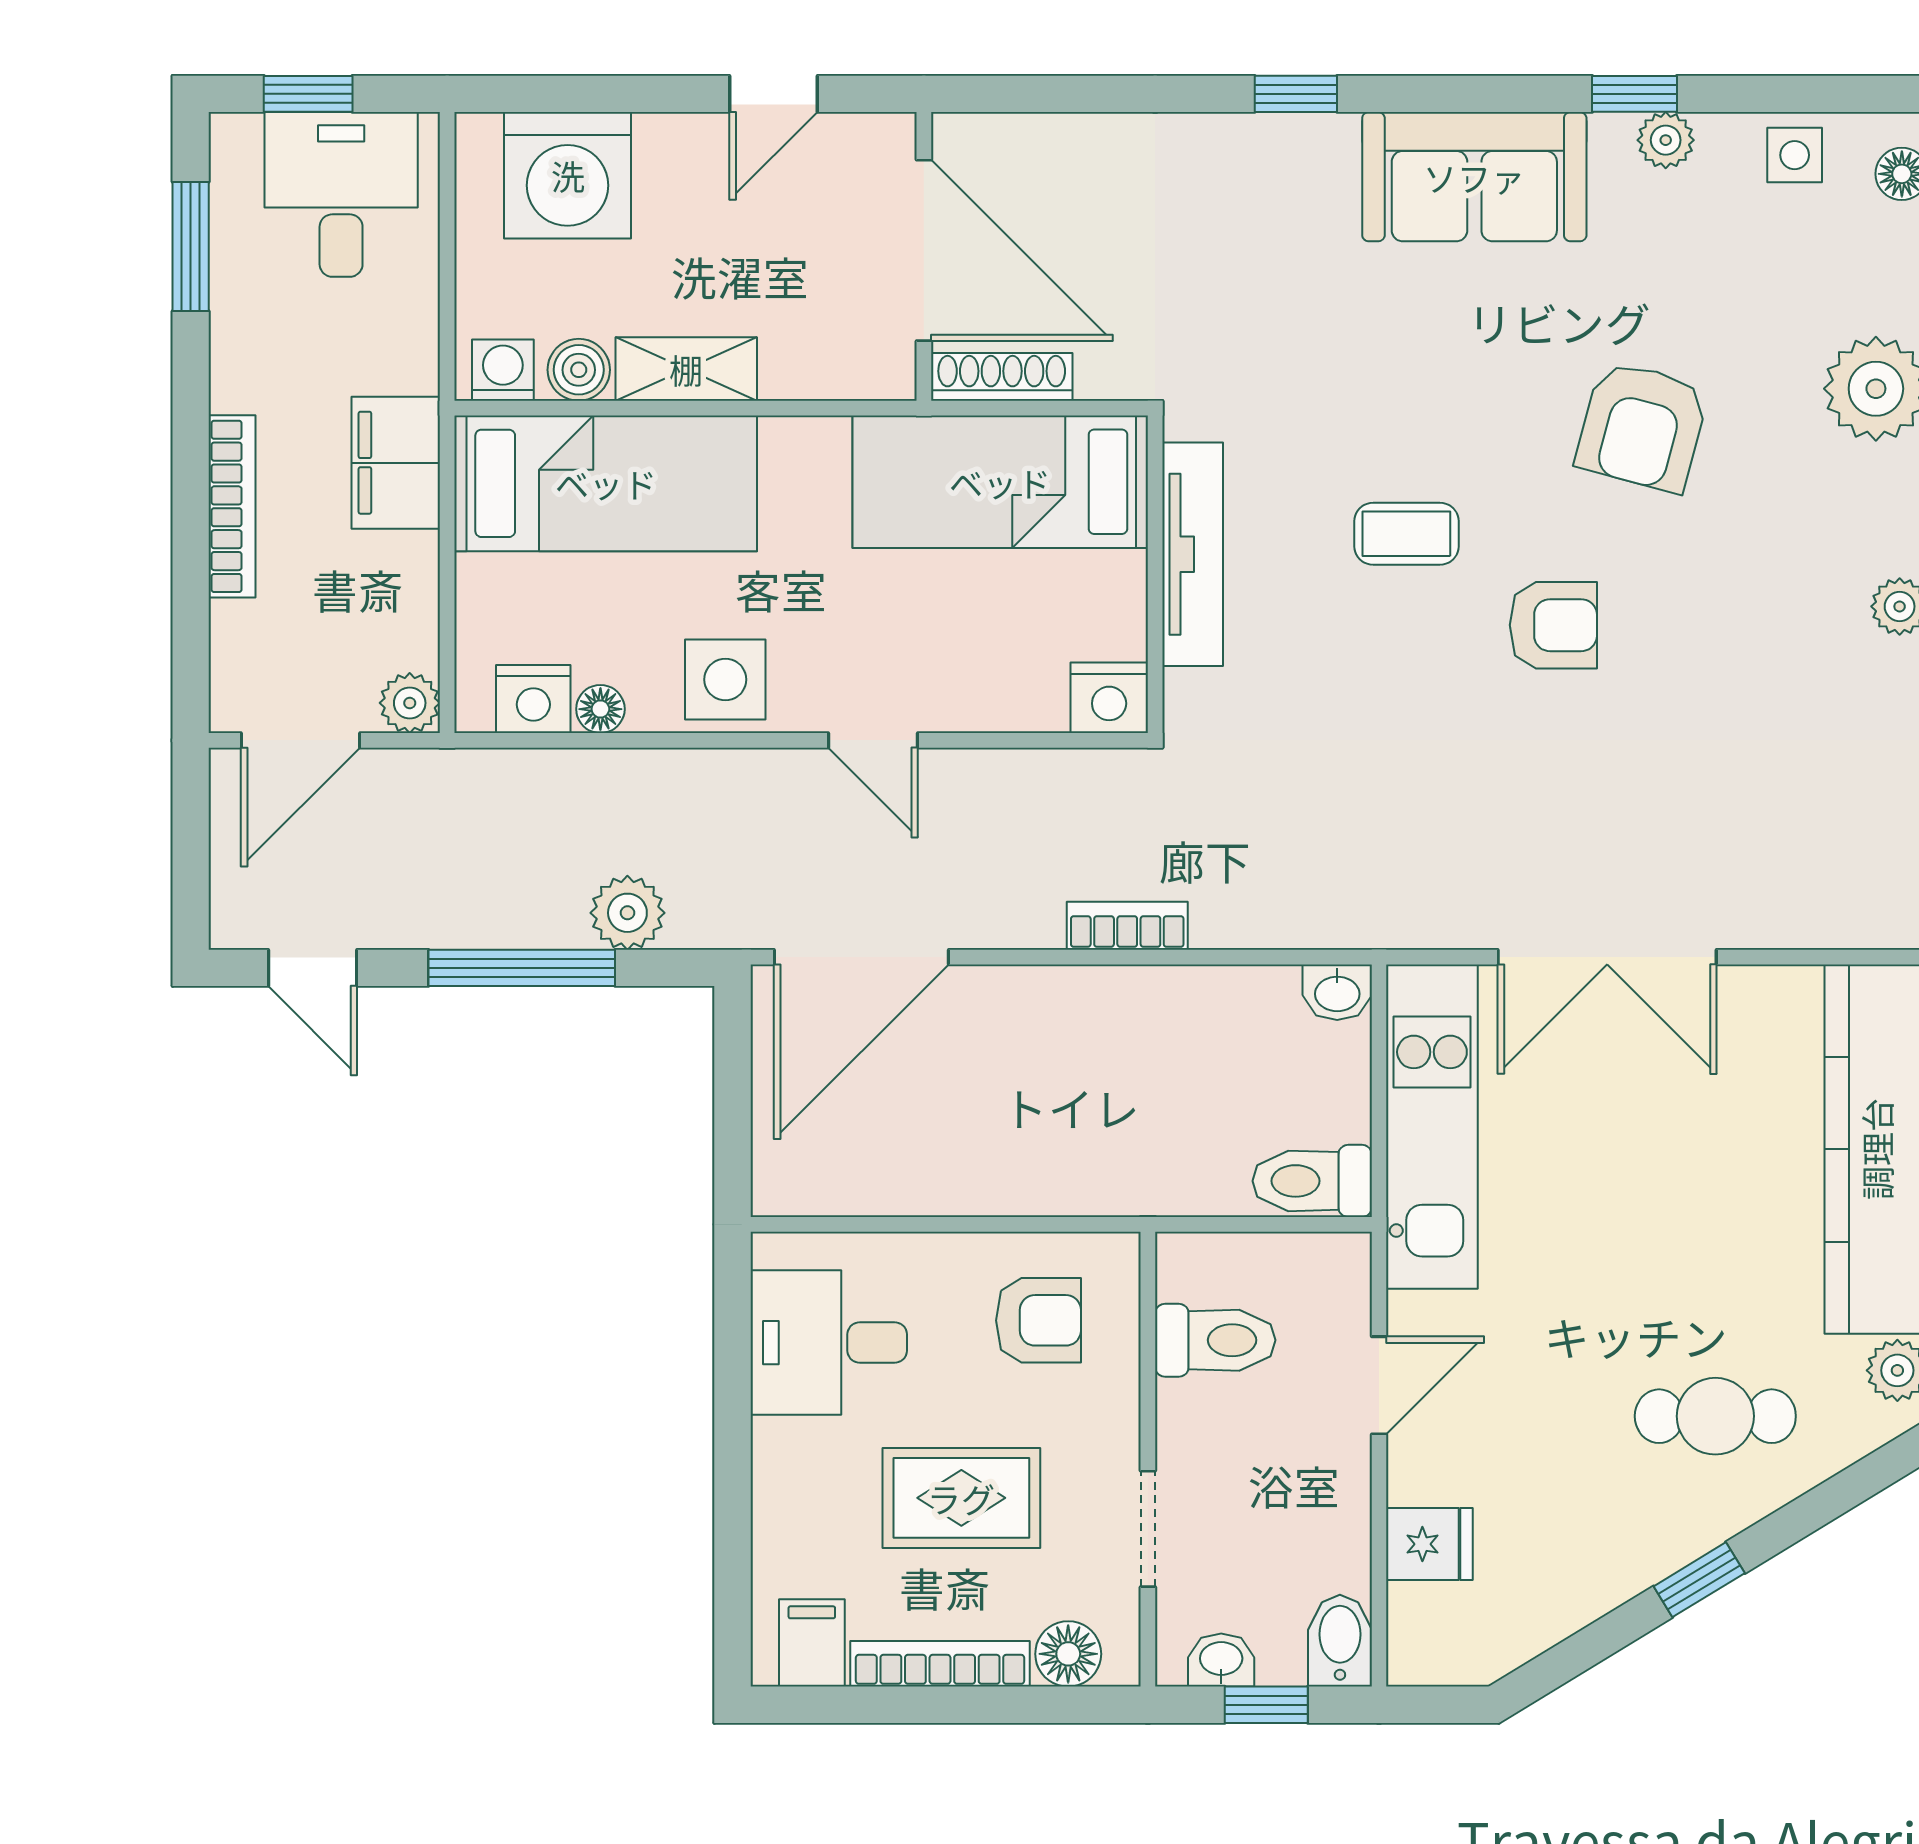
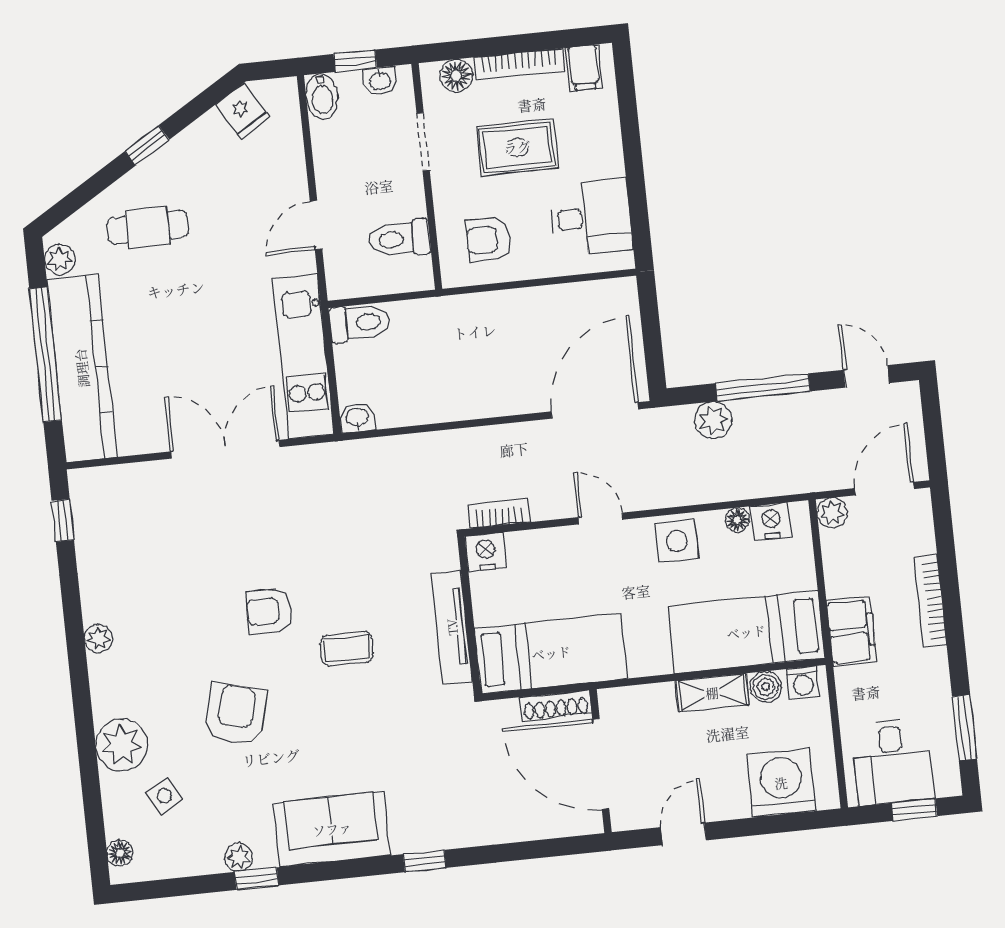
side table: (1795, 155) -> (164, 796), moved, turned -30
bookcase: (1127, 926) -> (499, 513), moved, turned 180
fridge: (1429, 1544) -> (243, 111), moved, turned -121

